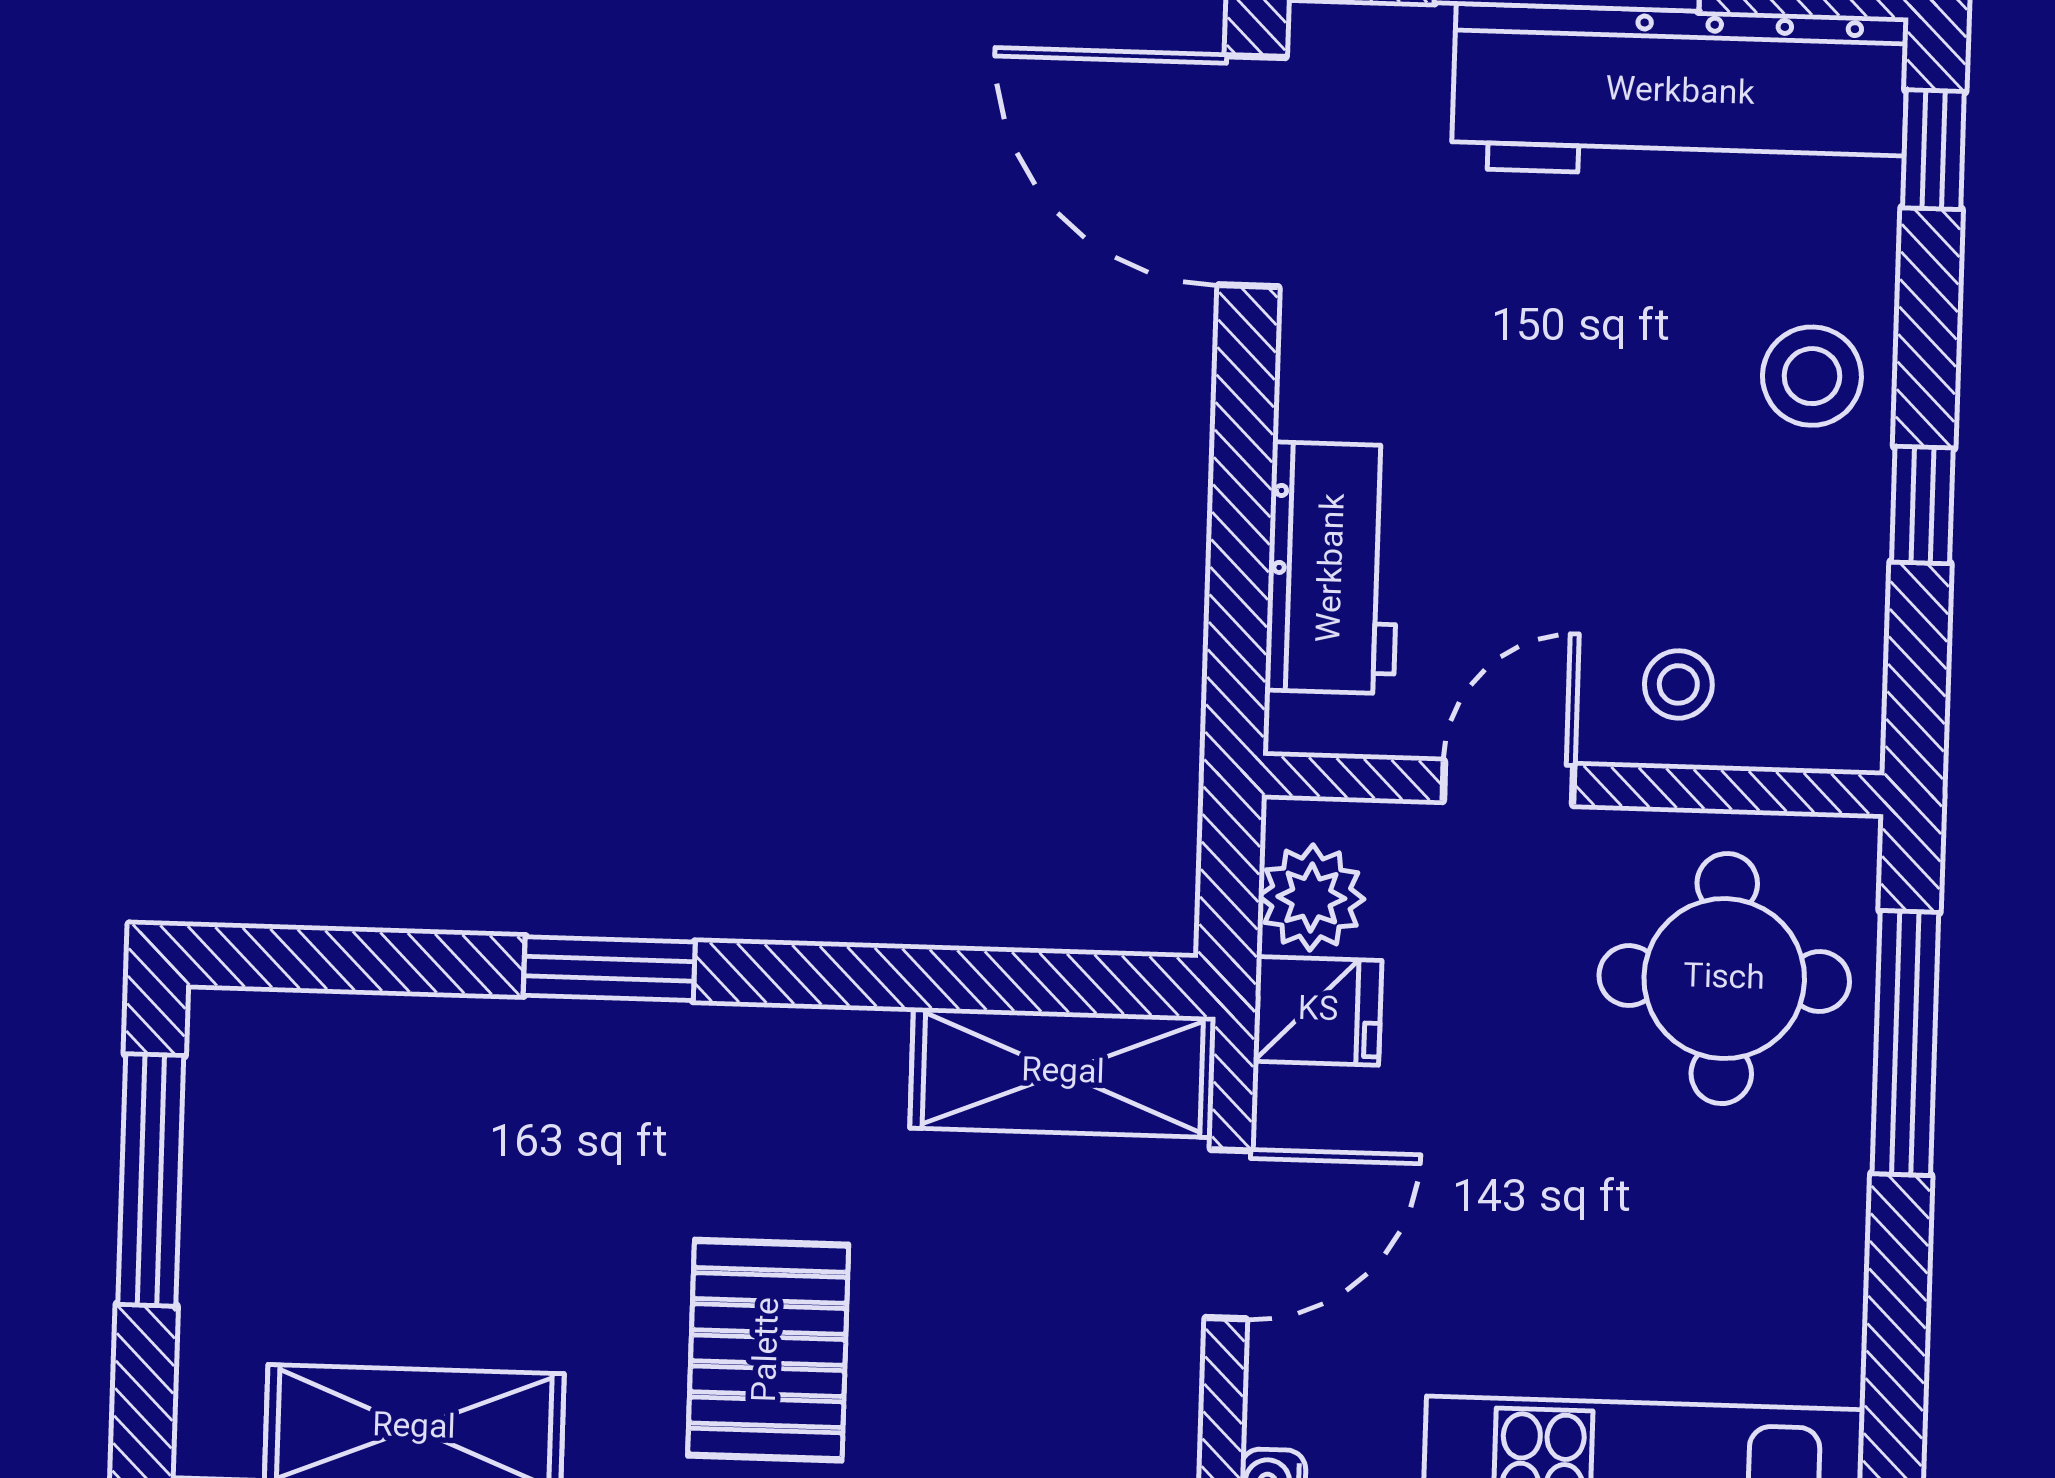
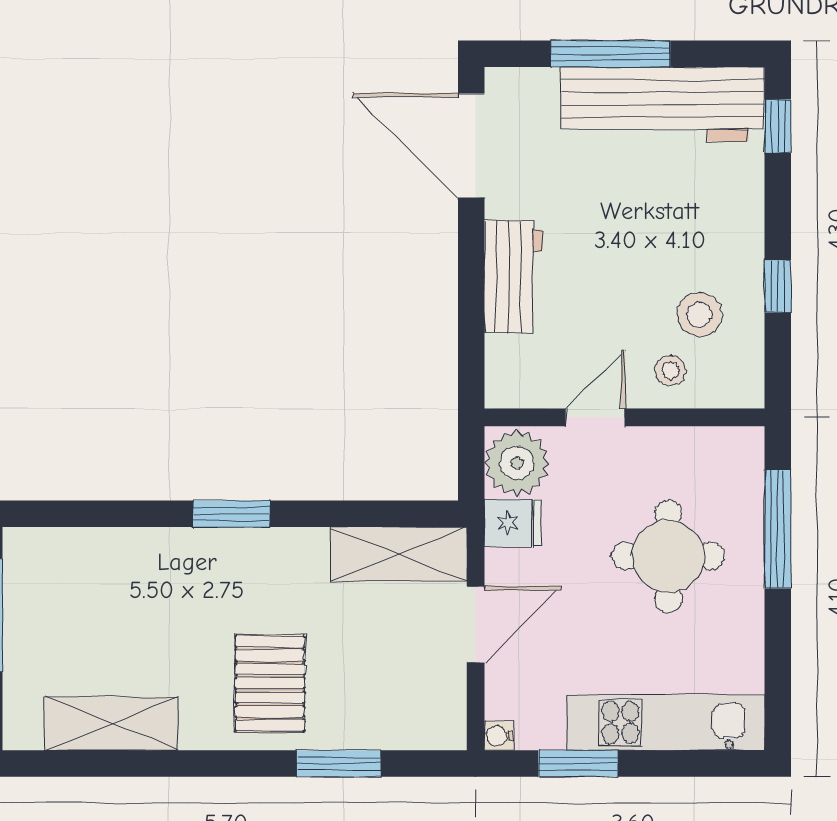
stool: (1812, 376) -> (699, 315), moved
workbench: (1333, 568) -> (513, 277), moved
plant: (1311, 898) -> (517, 463), width x1.36, depth x1.36
window: (609, 969) -> (231, 514), moved
round table: (1724, 979) -> (668, 556), moved

